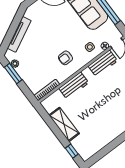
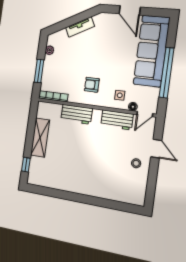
tv unit: (19, 34) -> (80, 27), width x0.71
window: (13, 73) -> (39, 71), moved

